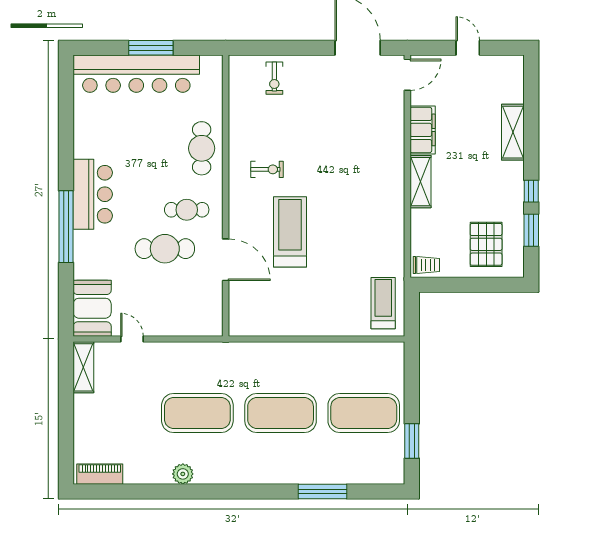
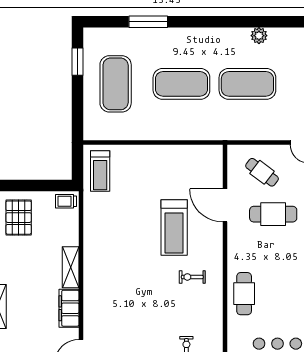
cafe table: (187, 210) -> (262, 172), moved, turned 37
exercise mat: (364, 413) -> (116, 84), turned 90

